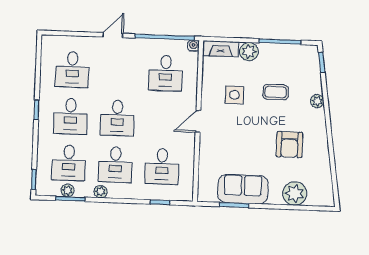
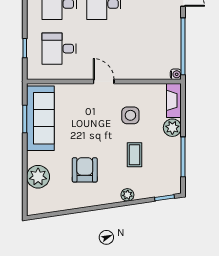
desk: (166, 73) -> (149, 49), removed
armchair: (289, 145) -> (85, 170), turned 90
sofa: (243, 189) -> (40, 118), width x1.36

